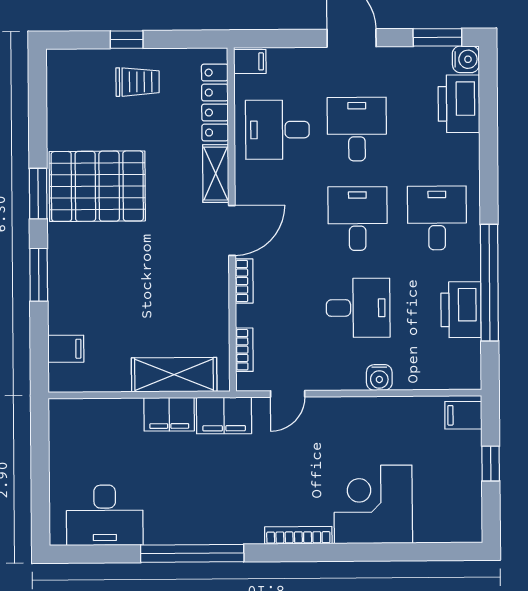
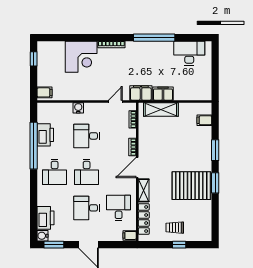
desk: (357, 129) -> (87, 208), turned 90
desk: (277, 130) -> (119, 208), turned -90
window: (491, 464) -> (34, 59), moved

